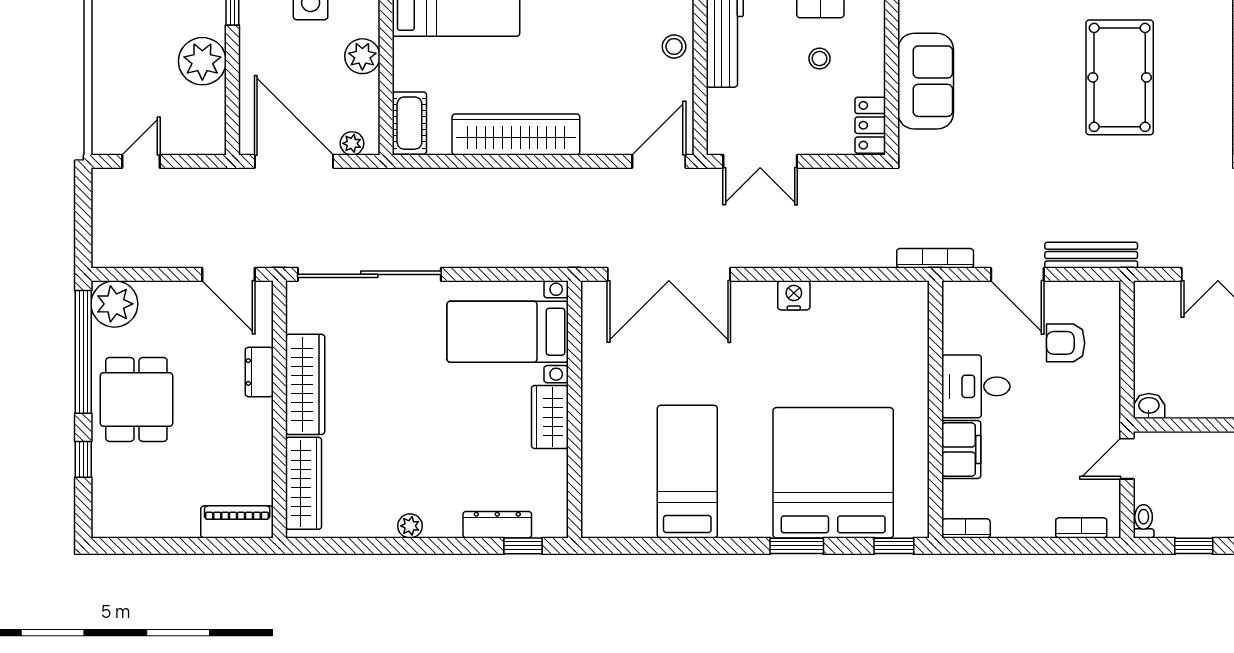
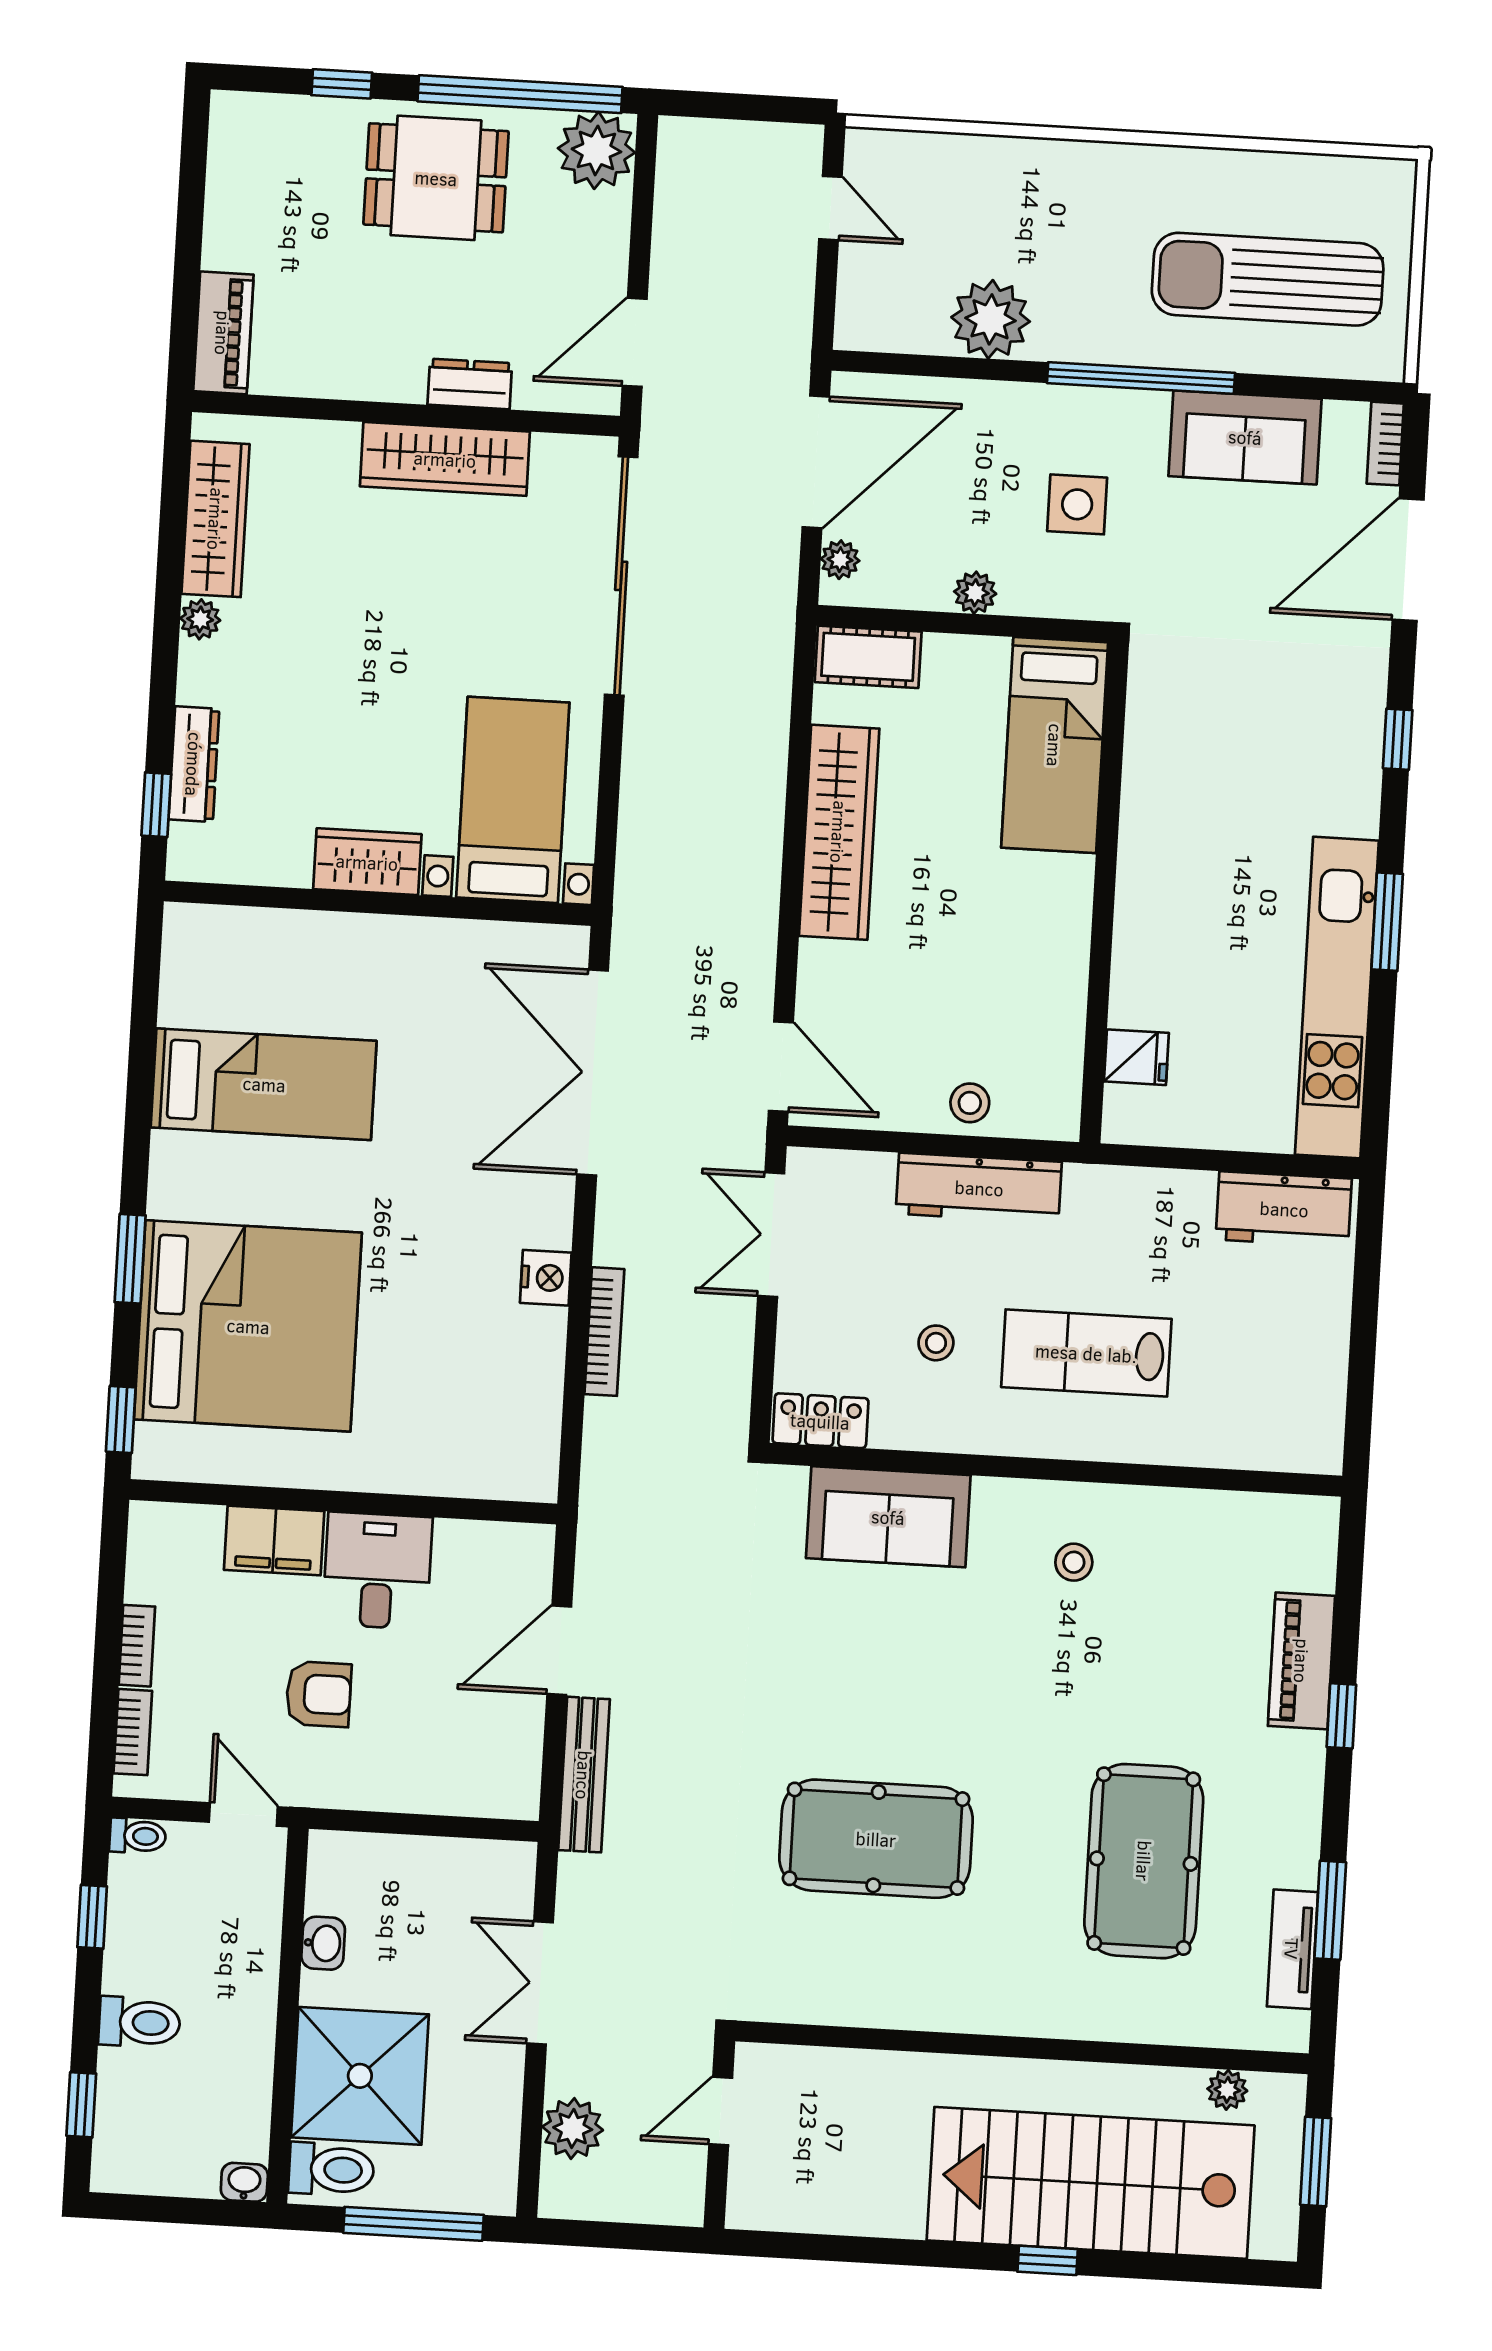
plant: (362, 56) -> (975, 593), width x0.73, depth x0.73
bookcase: (935, 258) -> (604, 1332), moved
armchair: (1066, 343) -> (319, 1694), moved, turned 90
washbasin: (1149, 406) -> (323, 1943), moved
wardrobe: (304, 483) -> (216, 519), moved, turned -90
bookcase: (966, 528) -> (137, 1646), moved

